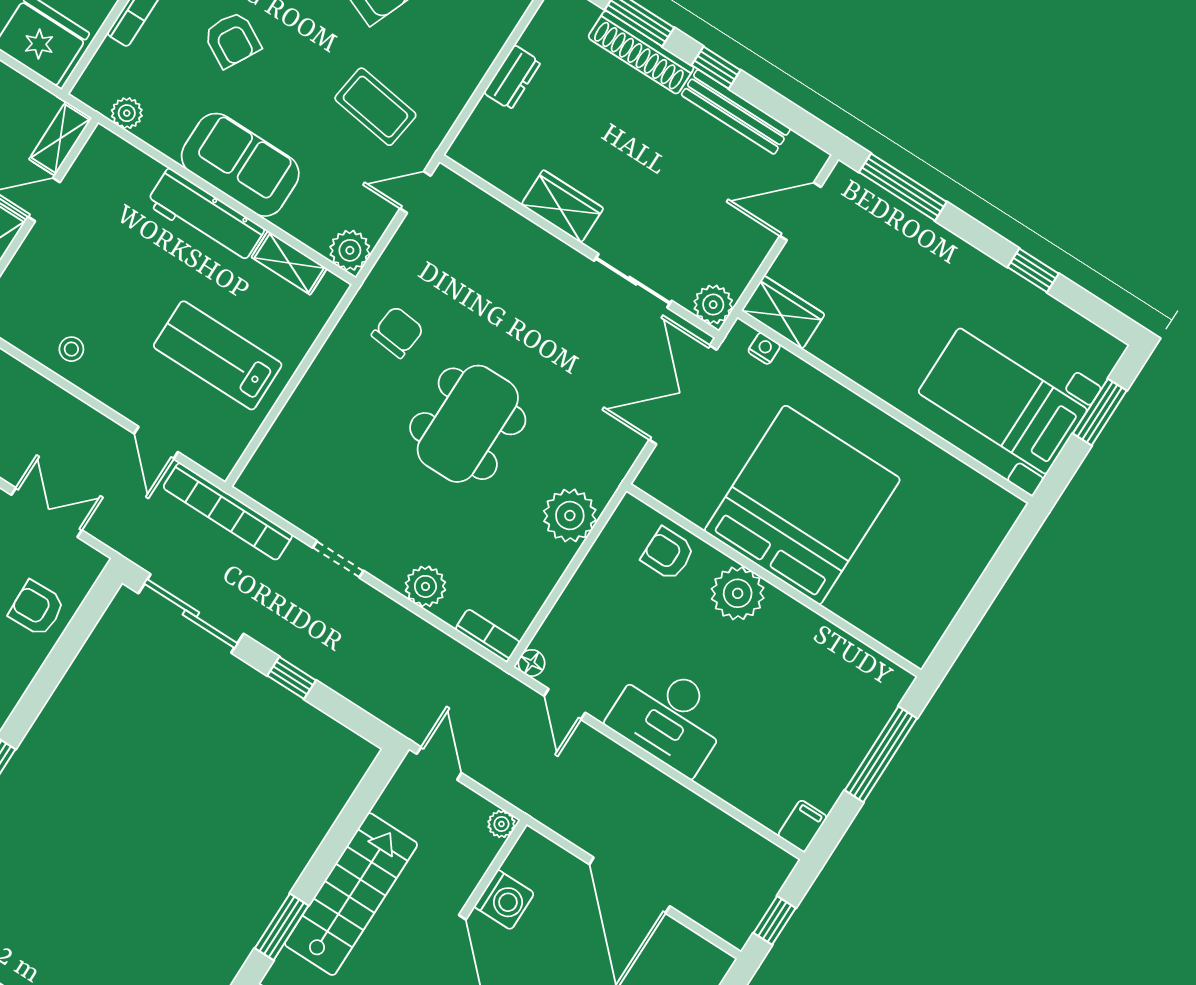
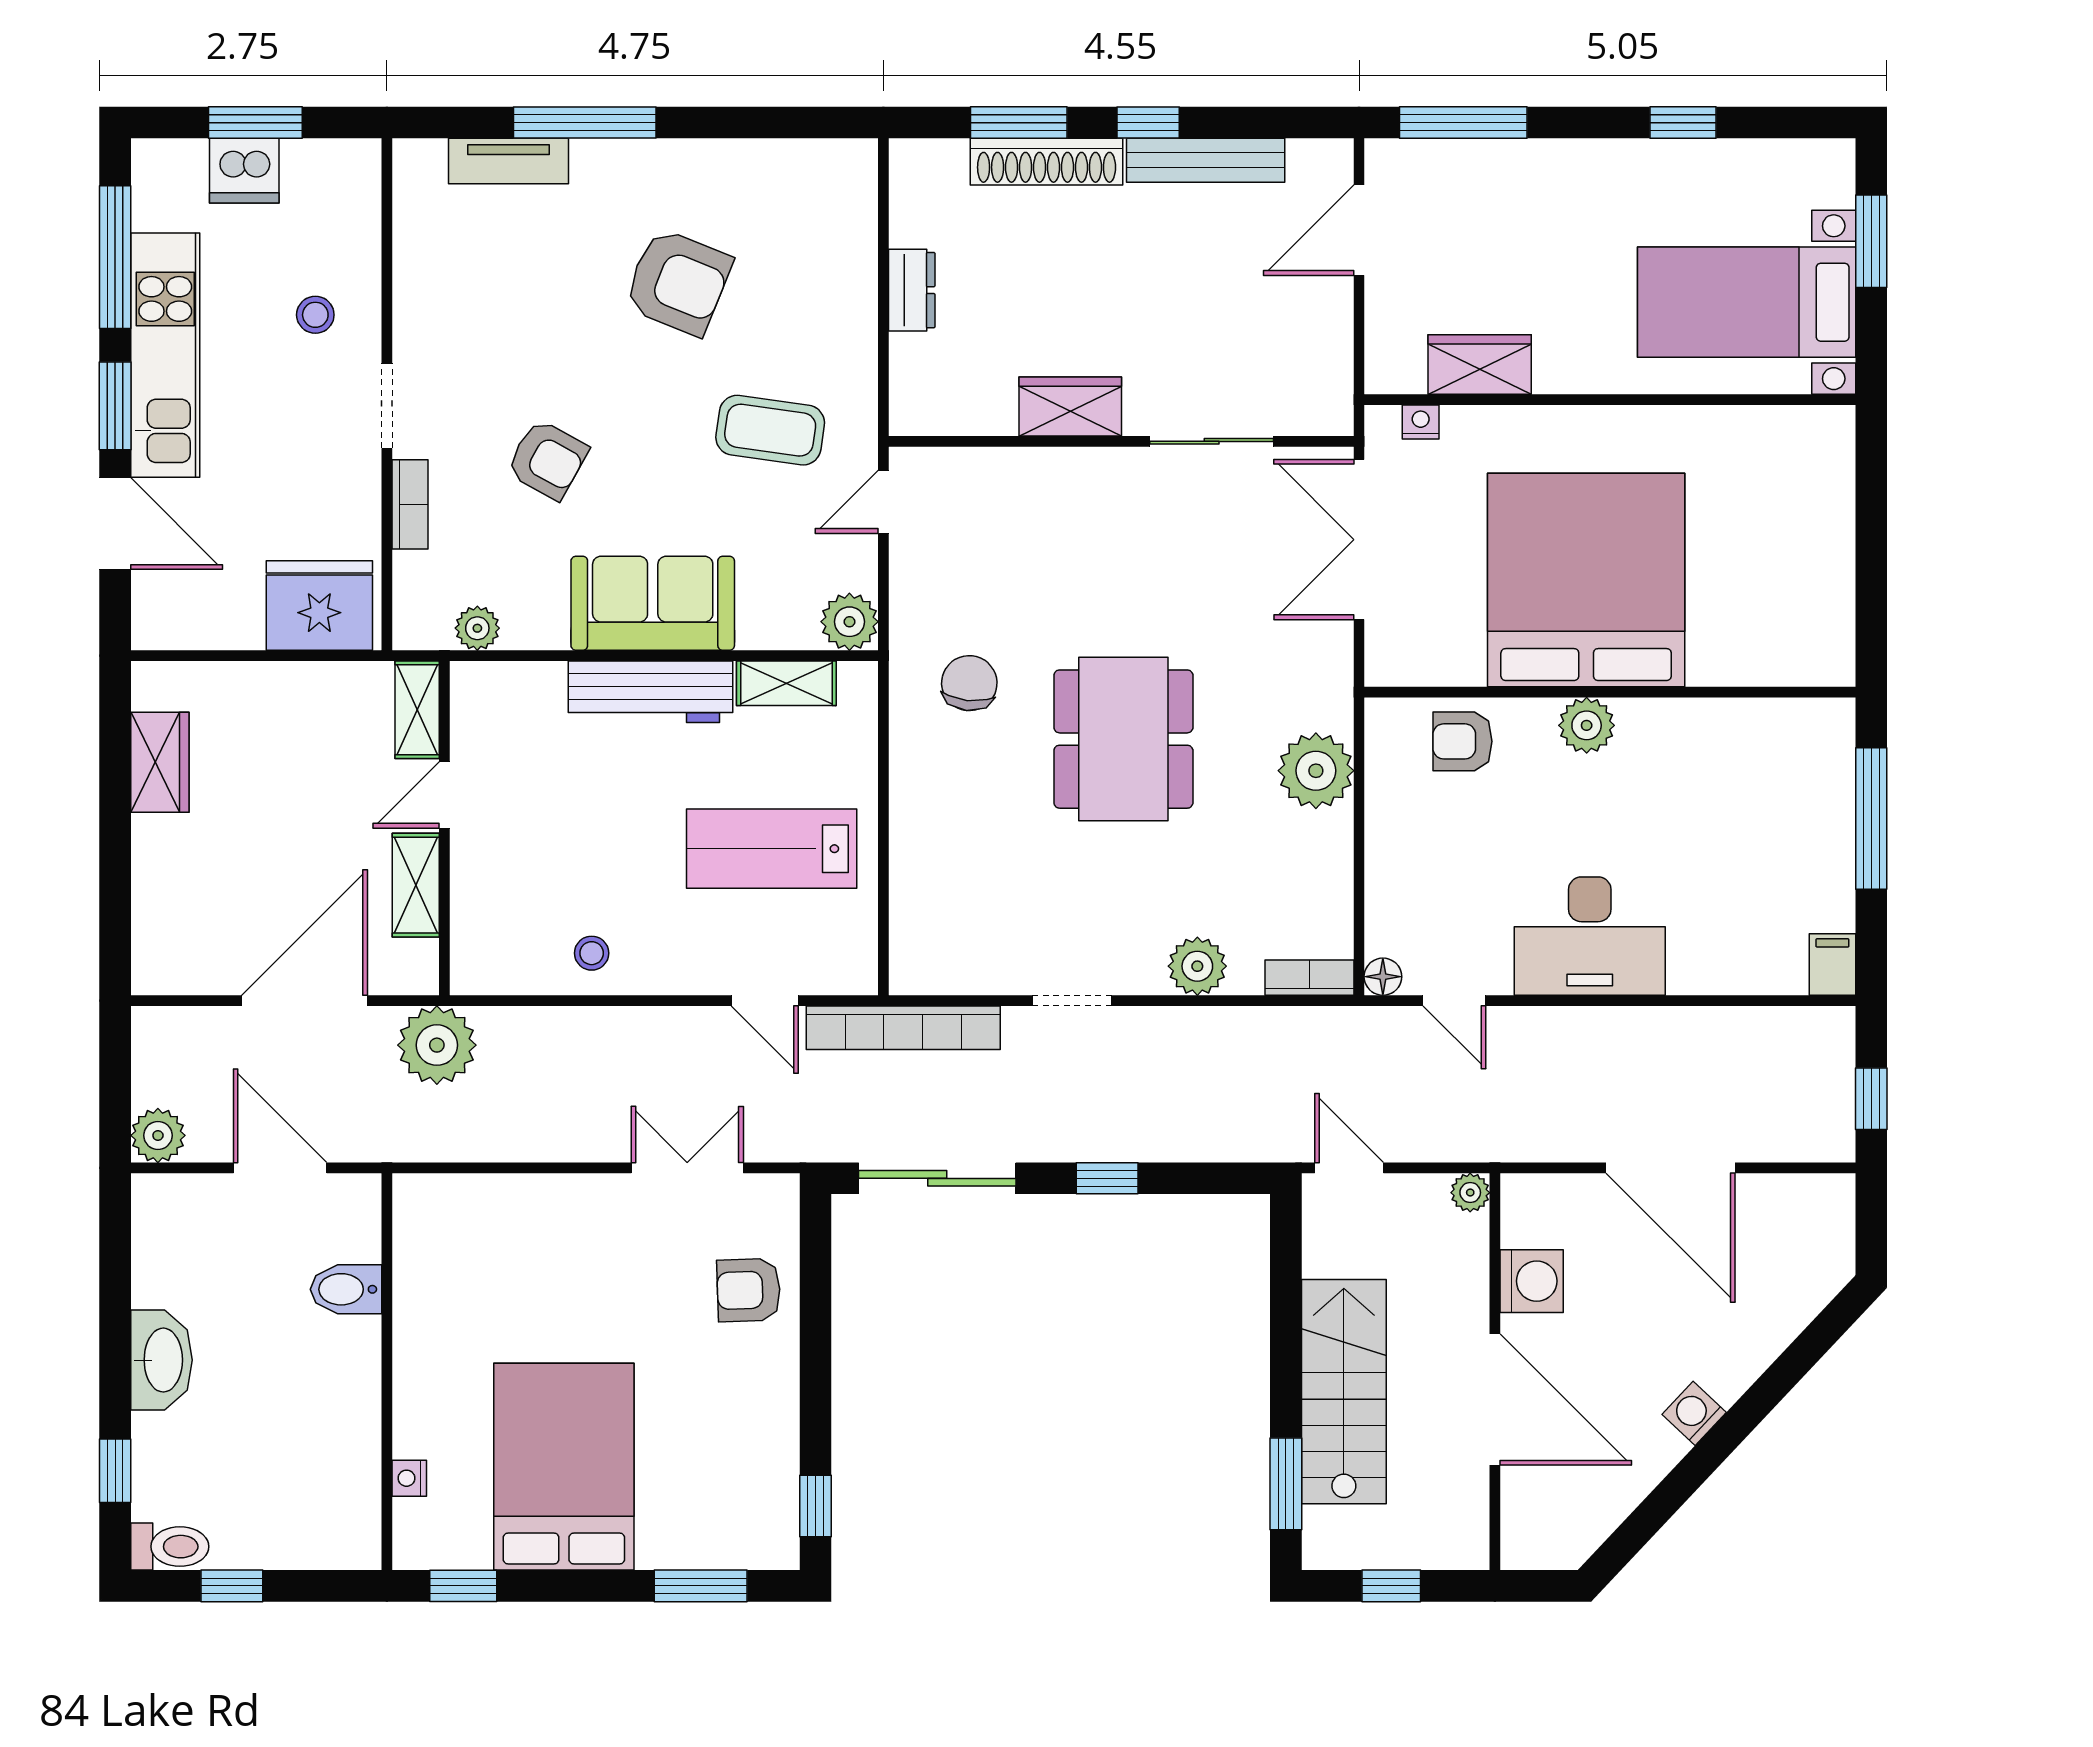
plant: (713, 305) -> (1326, 408), removed
wardrobe: (783, 312) -> (1480, 364), moved
plant: (738, 593) -> (1587, 725), width x0.73, depth x0.73

